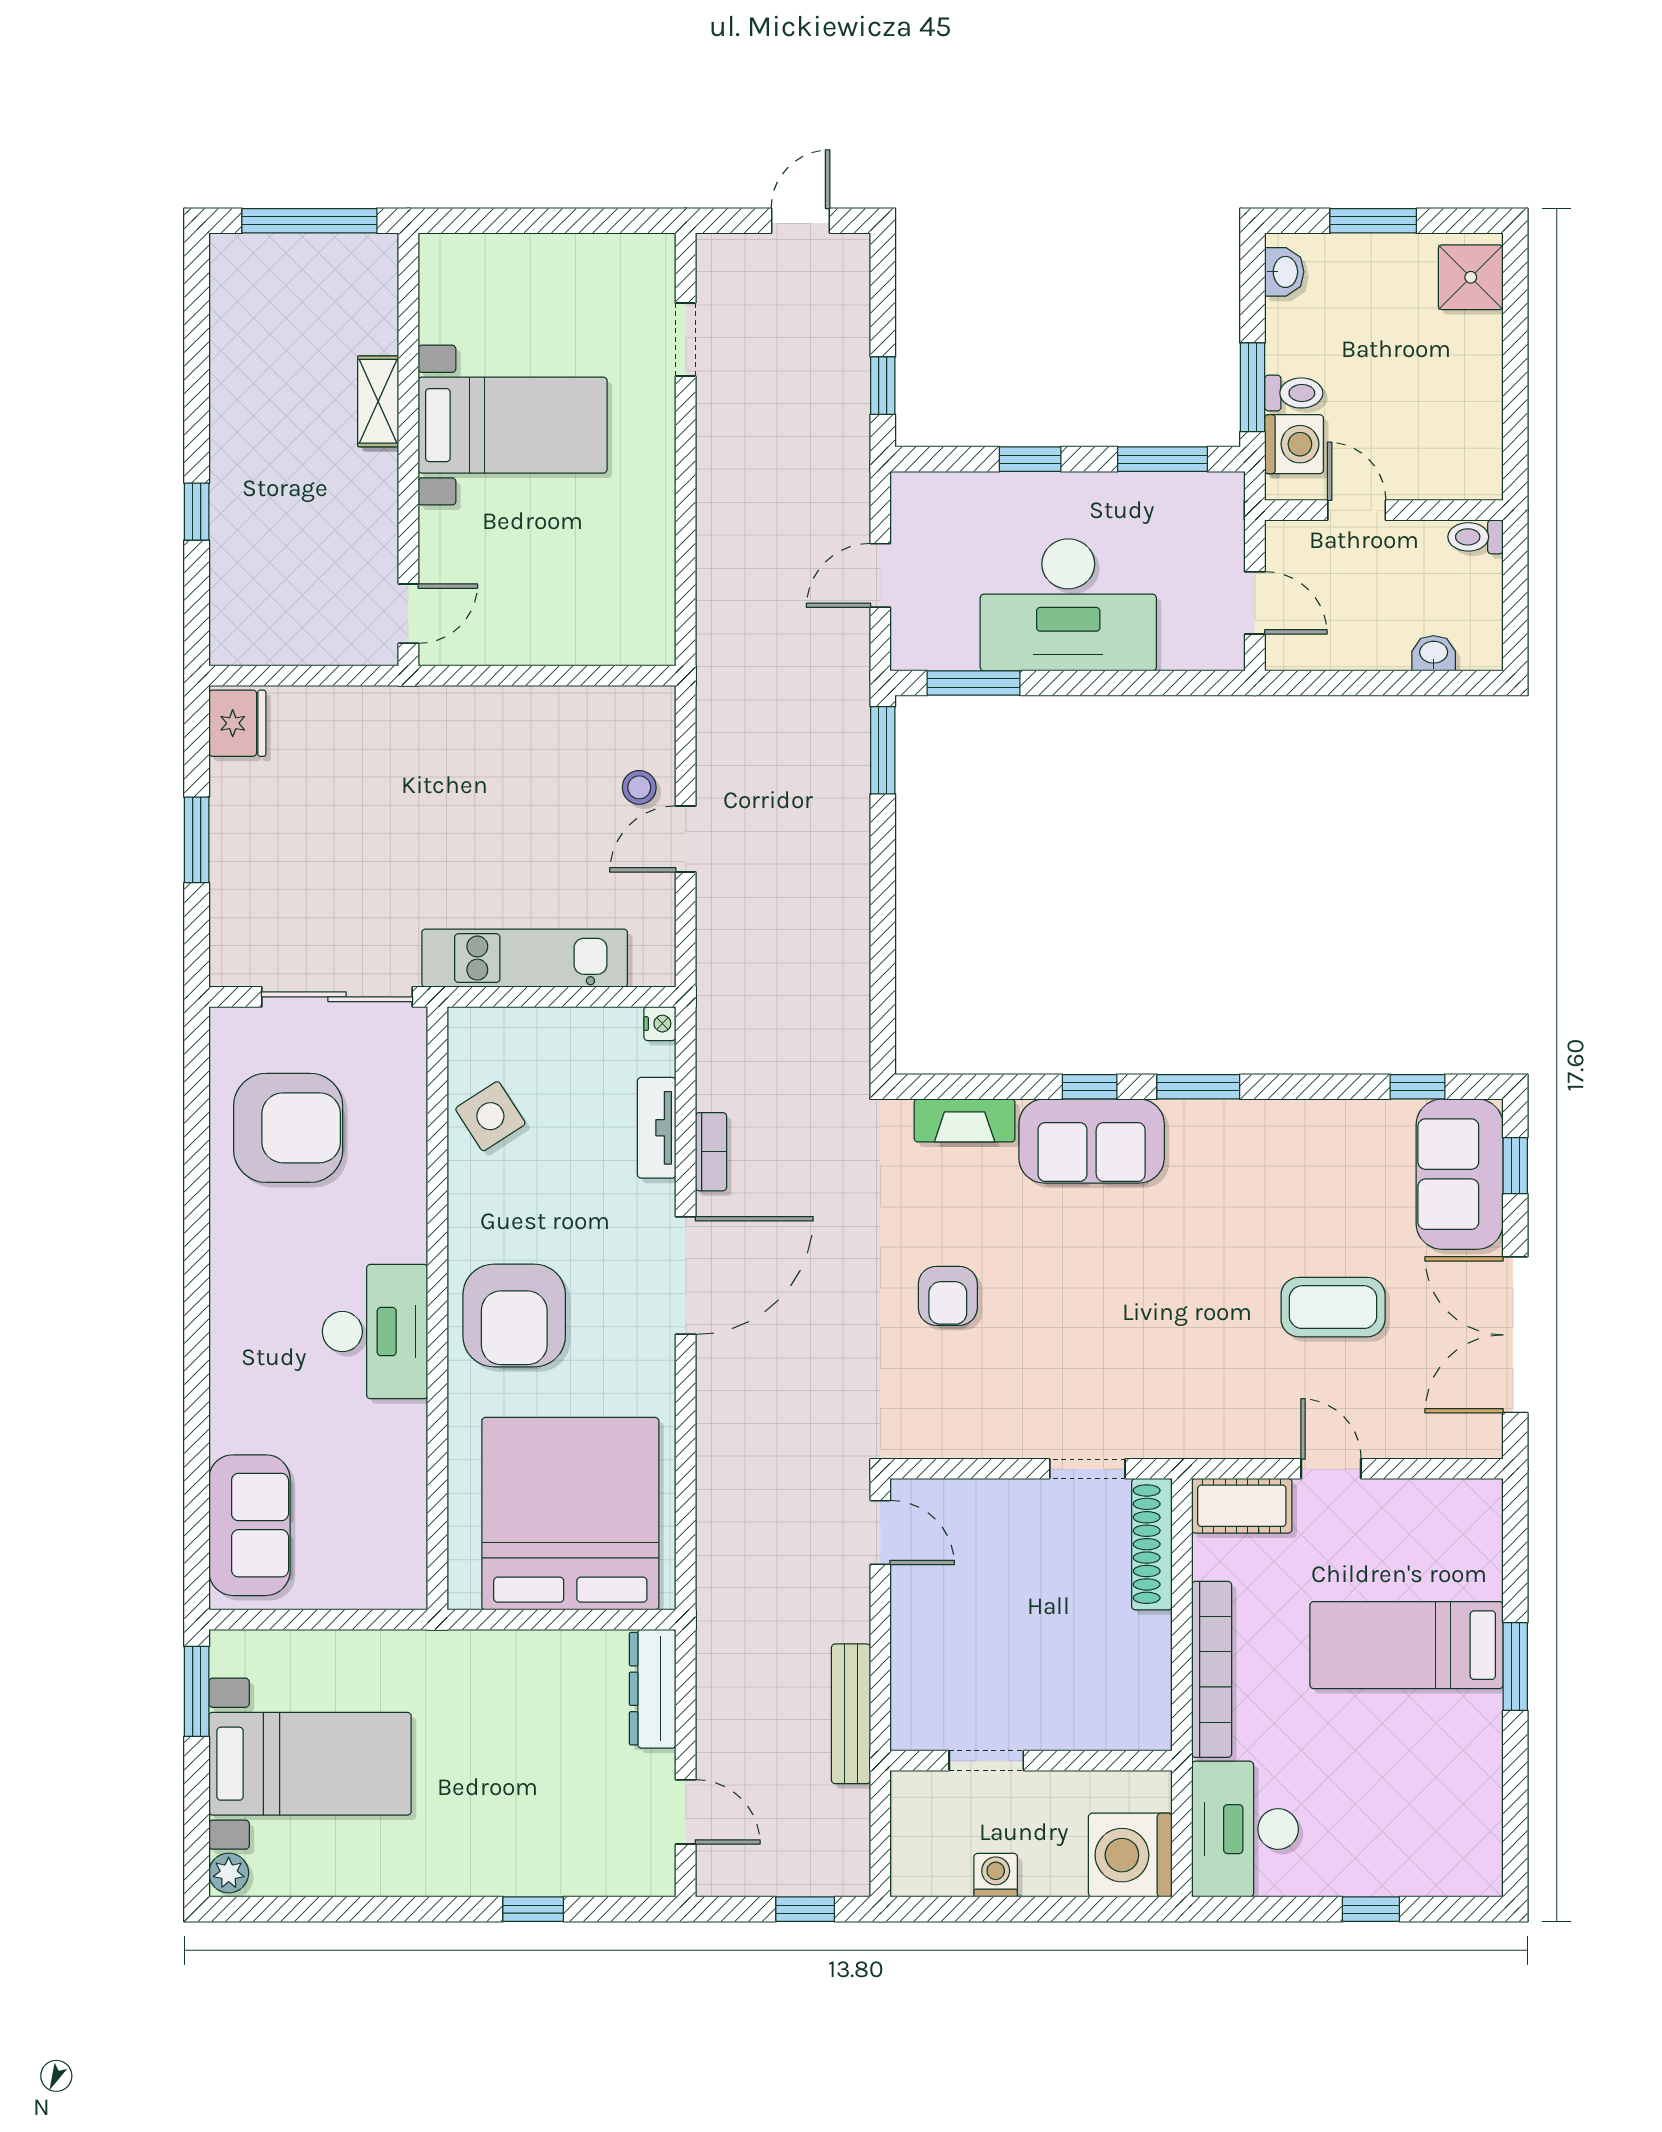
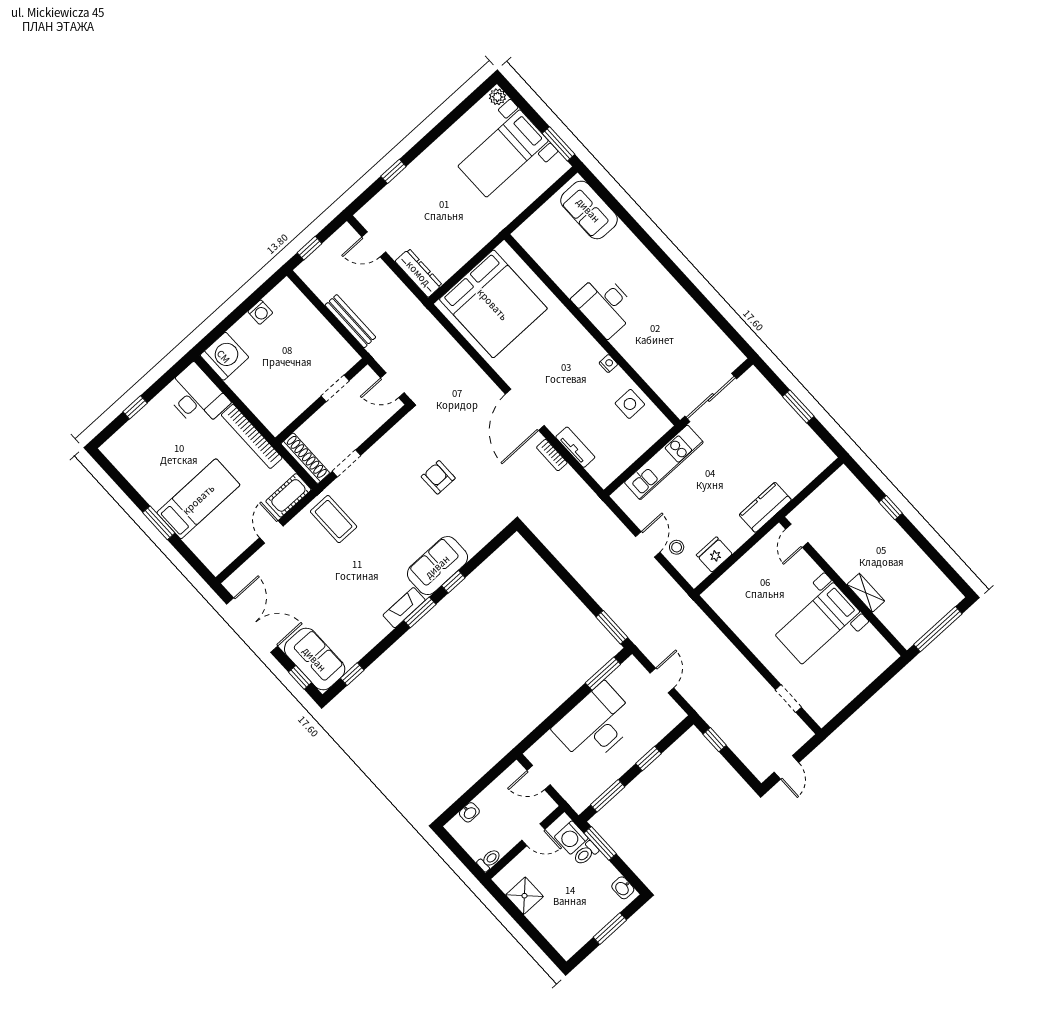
shower: (1471, 277) -> (524, 896), moved
kitchen counter: (418, 715) -> (765, 507), added
fridge: (237, 723) -> (714, 554), moved, turned 90
nightstand: (660, 1024) -> (608, 364), moved, turned 180
side table: (490, 1116) -> (630, 404), turned 33
fireplace: (965, 1120) -> (404, 608), moved
armchair: (288, 1128) -> (689, 343), removed
coffee table: (1333, 1307) -> (334, 519), moved, turned 90
armchair: (514, 1315) -> (566, 349), removed
door: (1331, 1469) -> (271, 532), swing flipped
doorway: (986, 1761) -> (335, 388), moved
wall: (1031, 1761) -> (321, 401), moved

